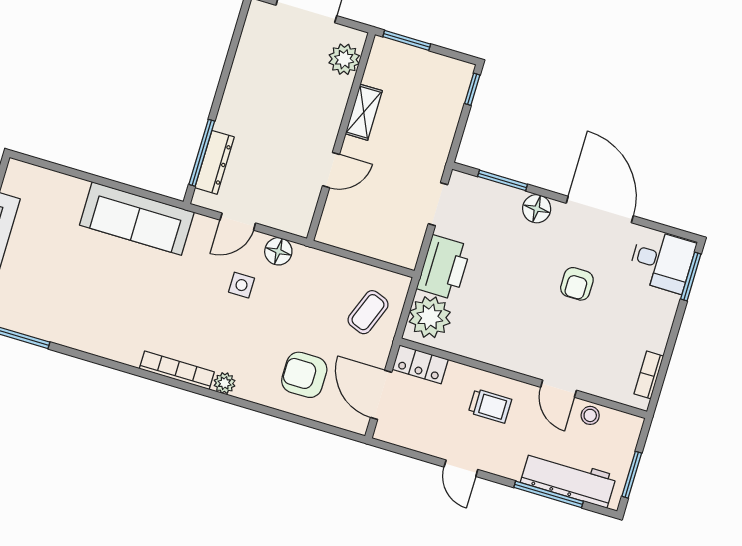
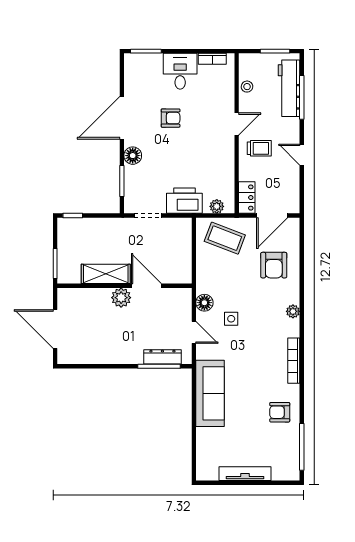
plant: (344, 59) -> (121, 298), moved
shelving: (364, 112) -> (106, 274), width x1.50, depth x1.33
door: (331, 170) -> (146, 286), width x1.38
desk: (662, 261) -> (180, 71), moved
coffee table: (368, 312) -> (225, 238), width x1.36, depth x1.30
armchair: (76, 317) -> (280, 412), added
plant: (430, 317) -> (217, 206), width x0.53, depth x0.53
bookcase: (177, 370) -> (294, 361), moved
door: (559, 389) -> (237, 124), moved
trolley: (490, 406) -> (259, 148), turned 90
door: (461, 468) -> (302, 155), swing flipped

